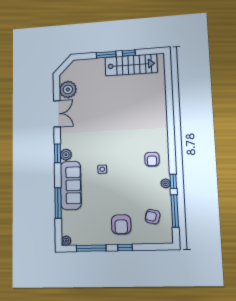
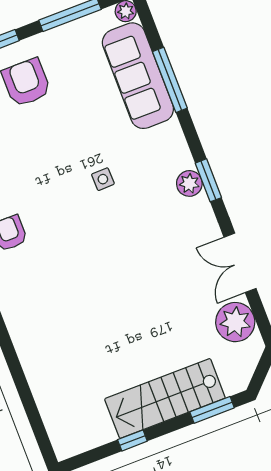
window: (106, 55) -> (212, 410), moved
stairs: (131, 65) -> (165, 398), moved
sofa: (71, 185) -> (138, 76), moved

